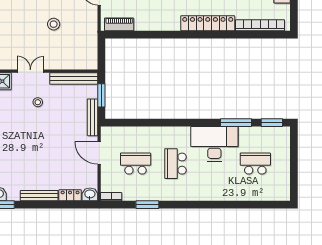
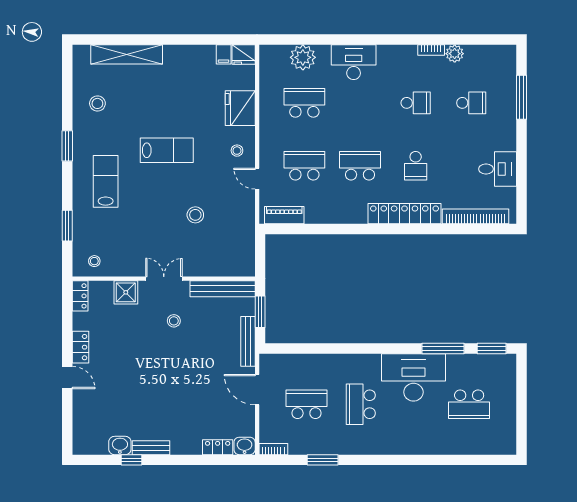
school desk: (255, 164) -> (469, 404), turned 180
bench: (39, 196) -> (151, 448), moved, width x0.73

